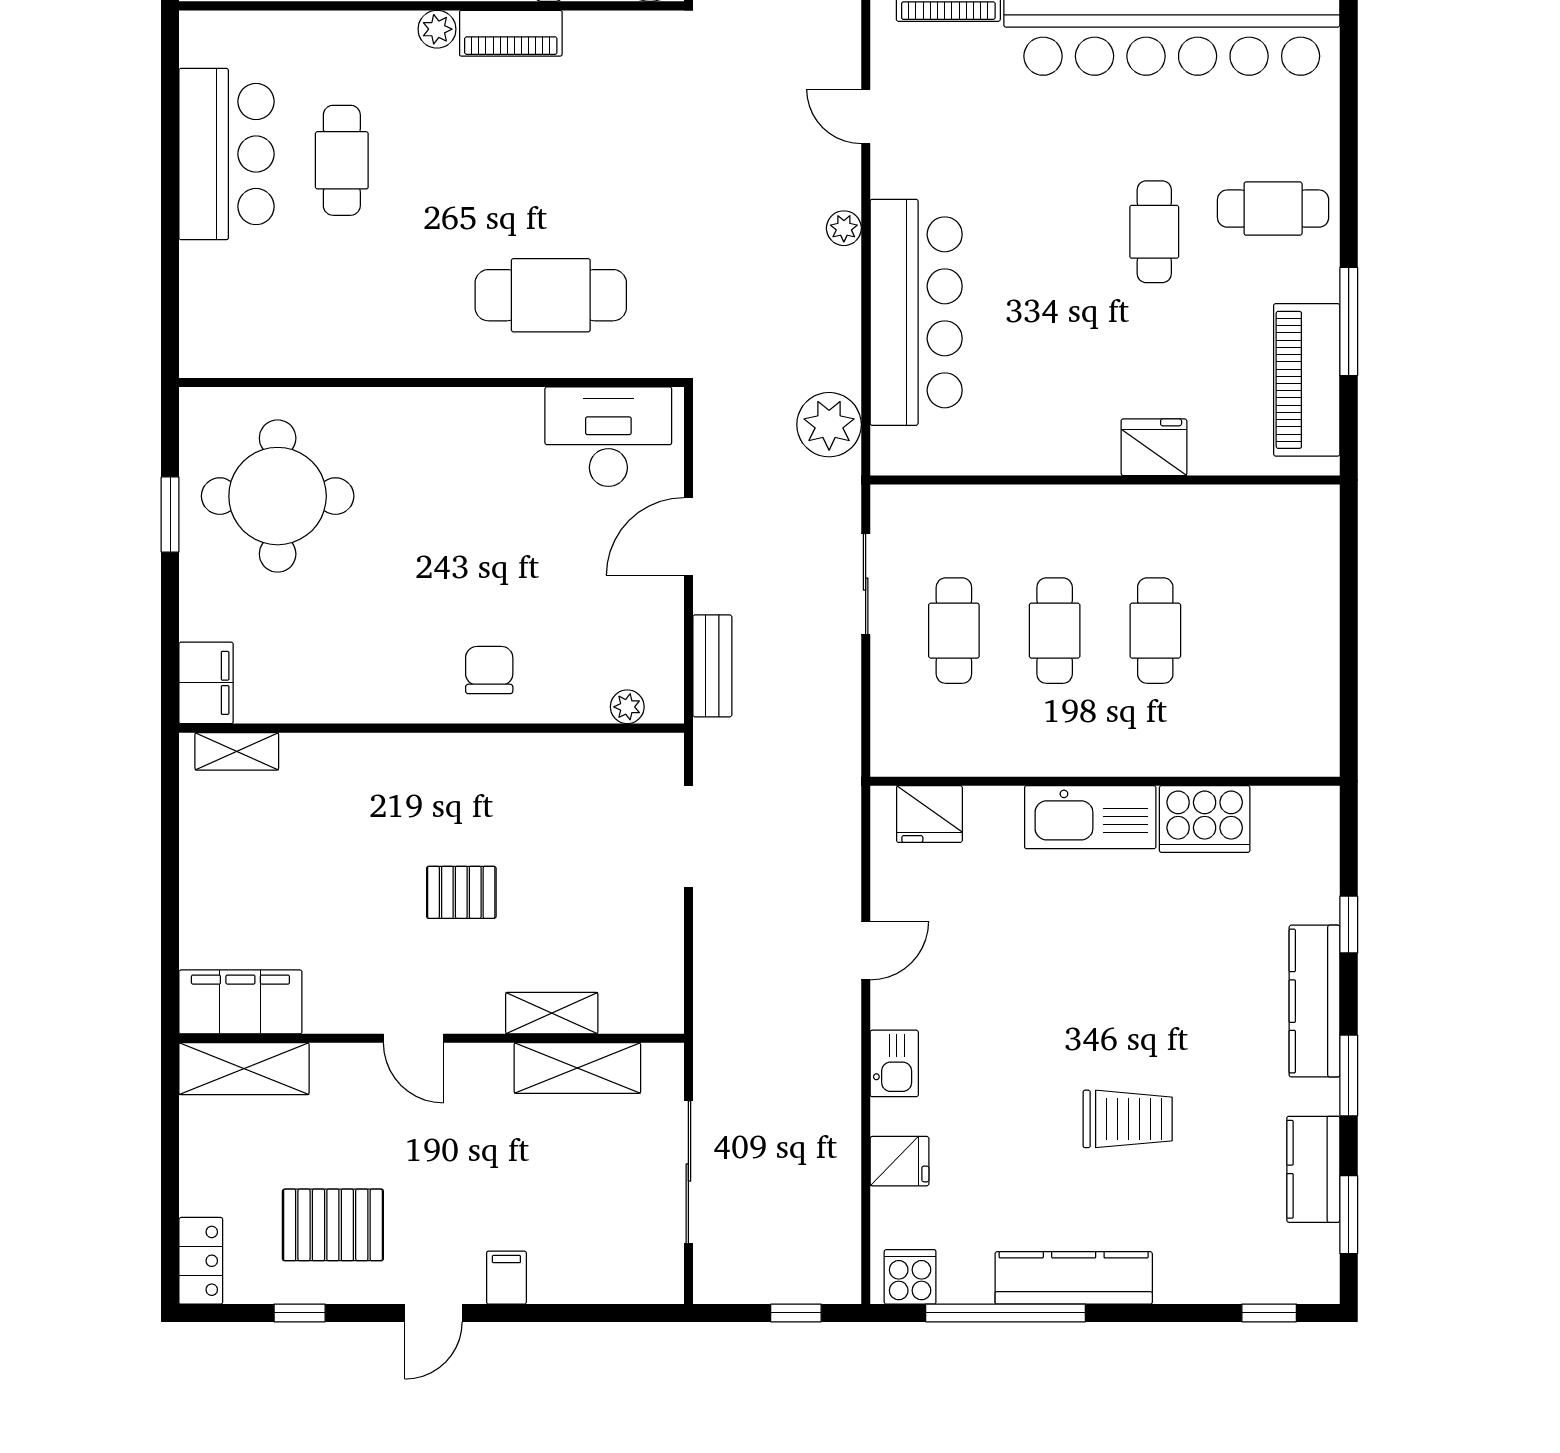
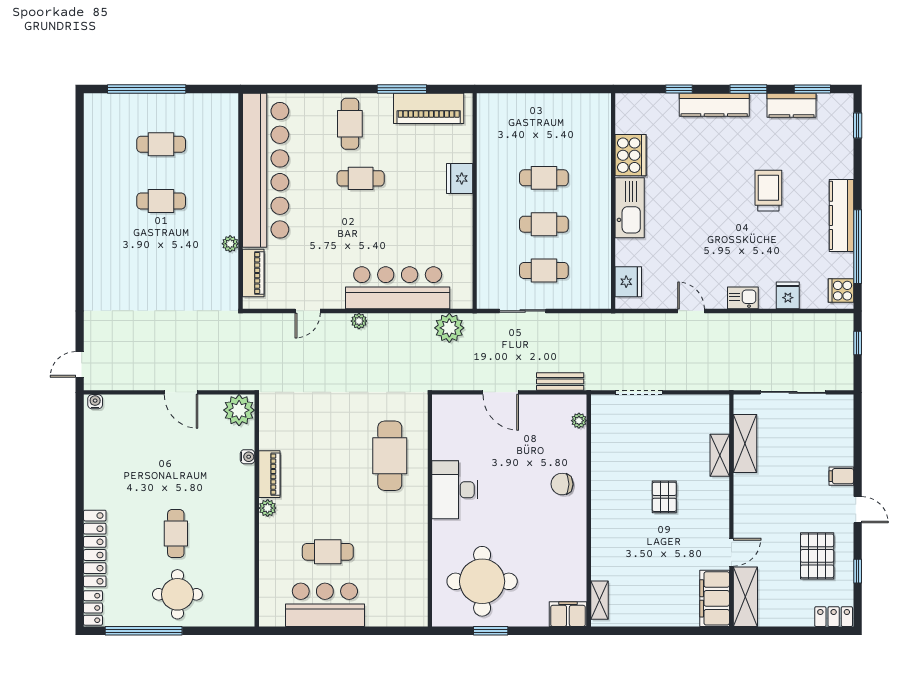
desk: (608, 437) -> (455, 490), moved
door: (413, 1038) -> (731, 552), moved

